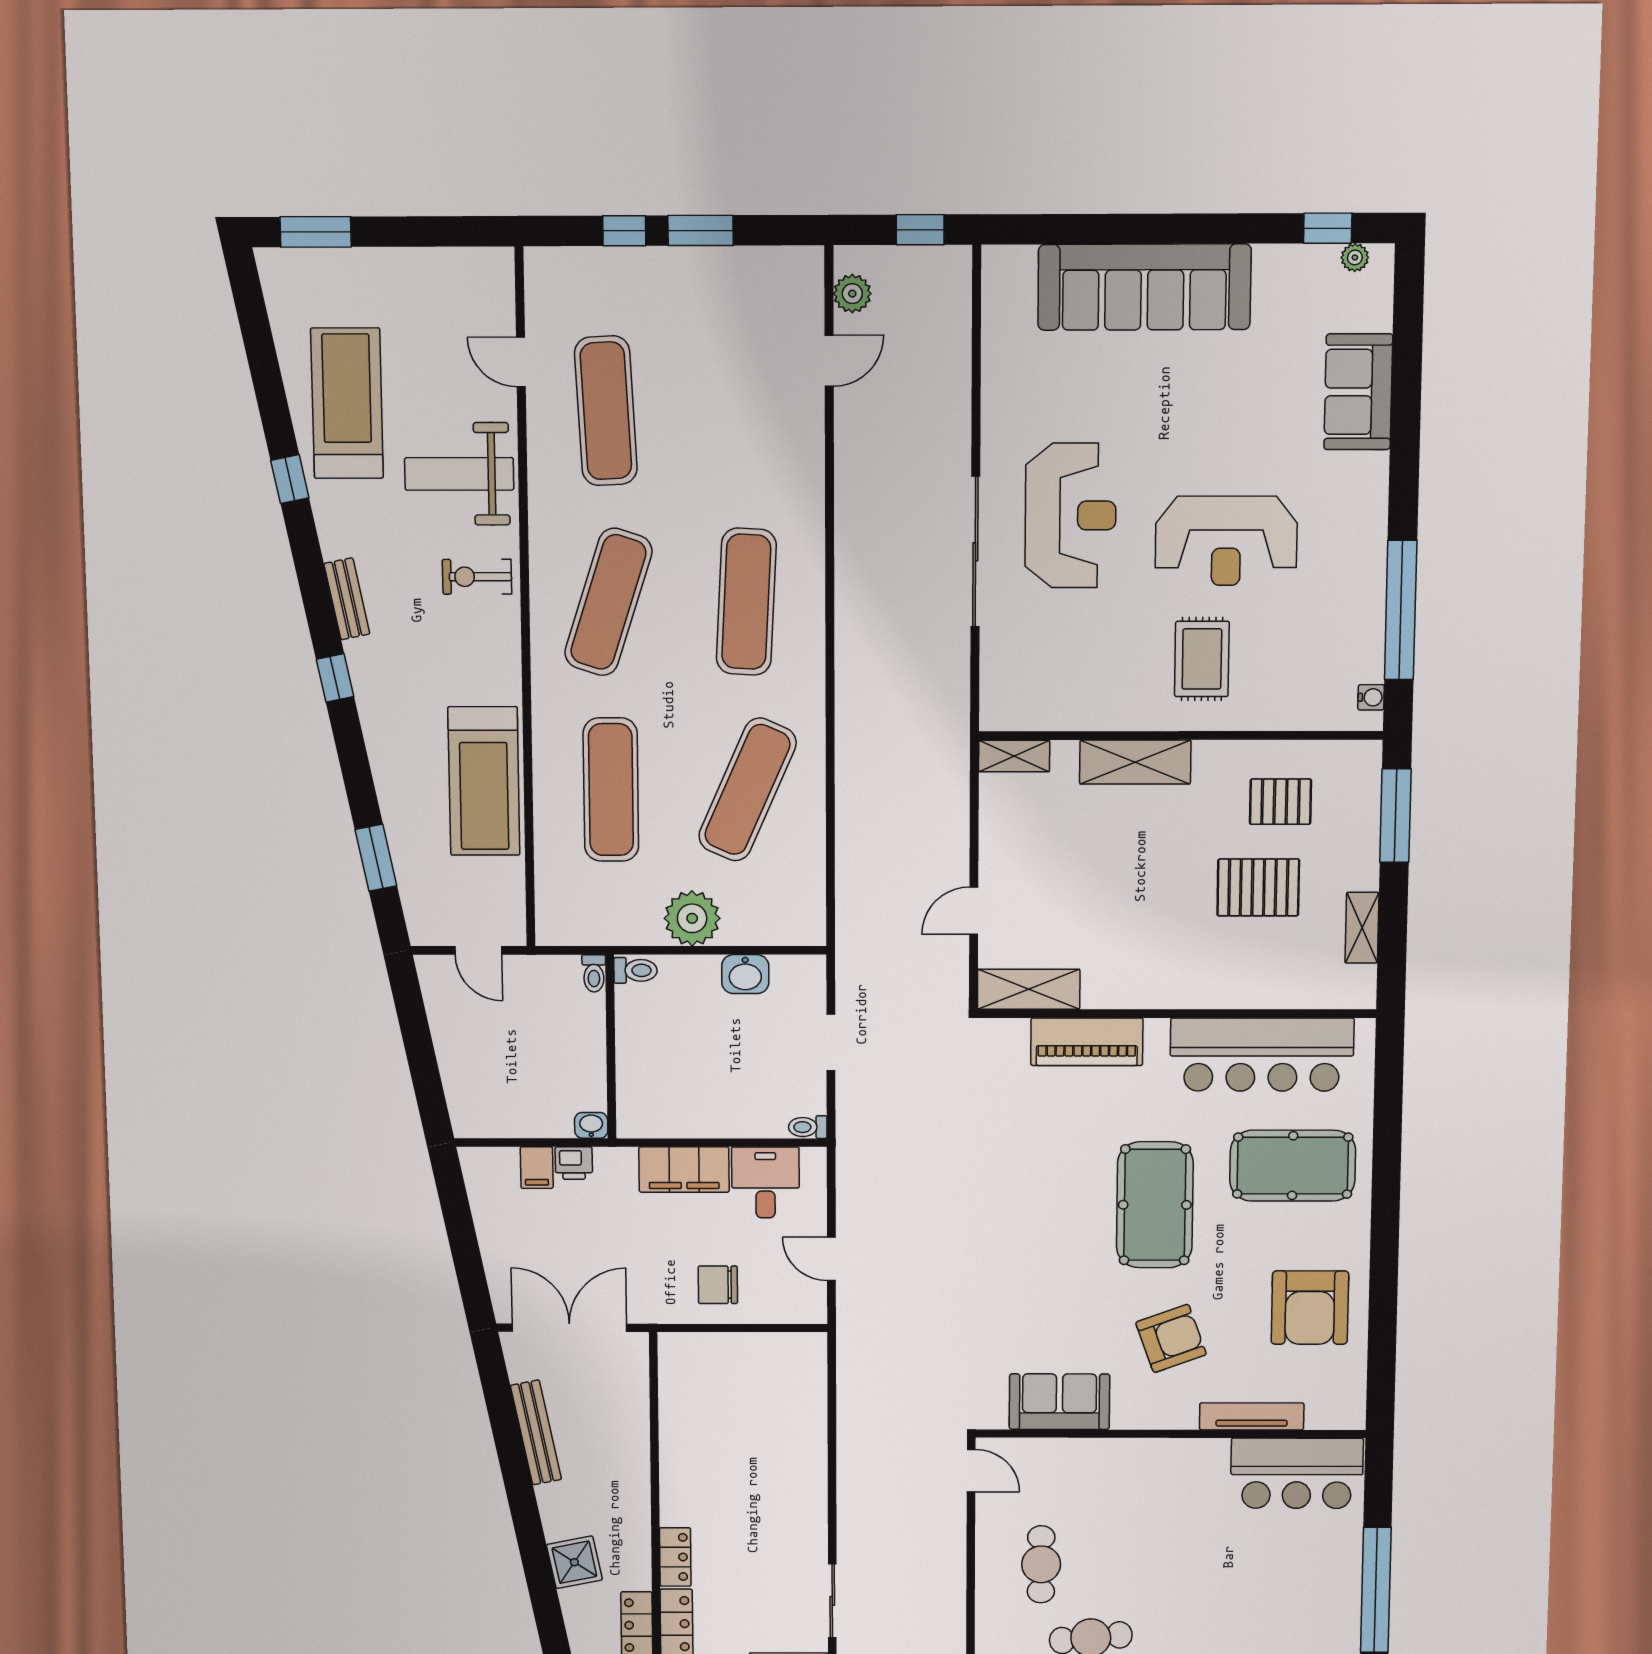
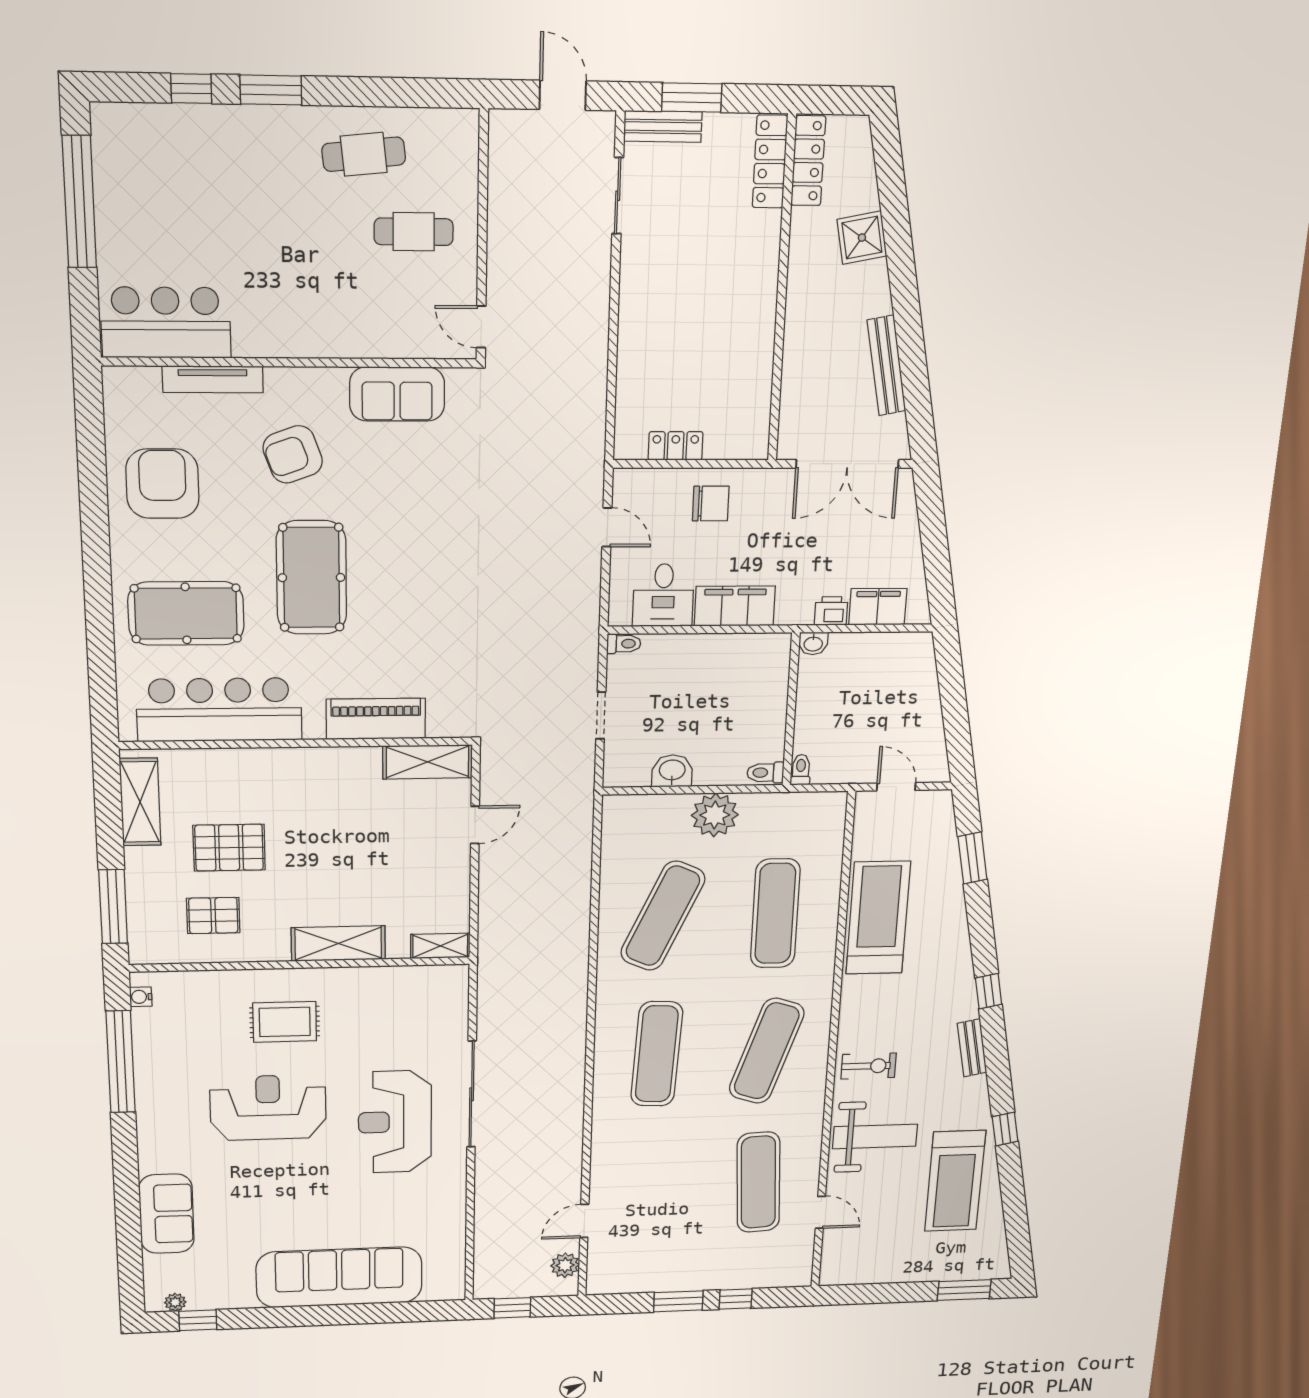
rug: (1202, 659) -> (285, 1022), turned 90
shelving: (1362, 928) -> (140, 802), width x1.50, depth x1.33
filing cabinet: (537, 1168) -> (878, 607), width x2.00
locker: (675, 1557) -> (676, 446), moved, turned 90
cafe table: (1041, 1564) -> (414, 232), turned 90

